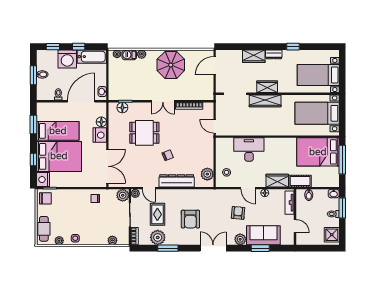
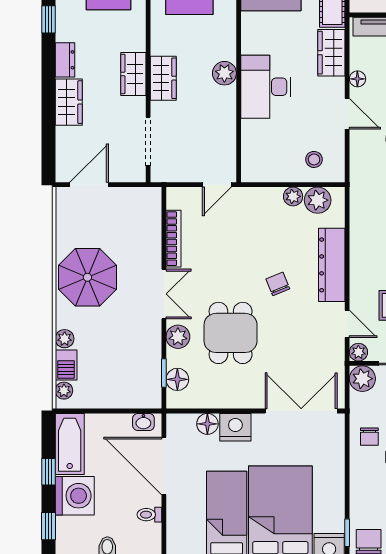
door: (215, 66) -> (89, 185), swing flipped
wardrobe: (265, 101) -> (163, 78), width x0.67
plant: (143, 108) -> (178, 337), added
plant: (267, 130) -> (224, 73), added
desk: (249, 149) -> (266, 87), moved
plant: (209, 162) -> (293, 196), added
door: (149, 188) -> (347, 324), hinge flipped
door: (248, 188) -> (347, 114), hinge flipped

